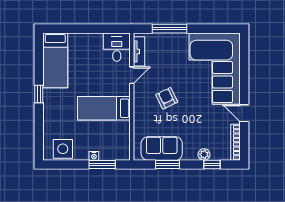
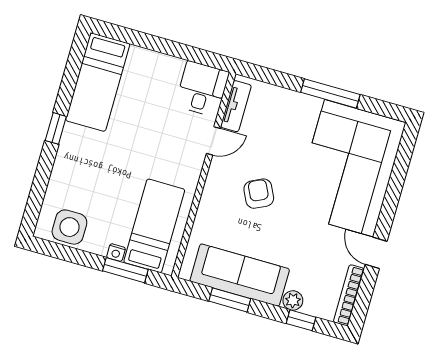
window: (170, 29) -> (330, 93), moved
bed: (104, 108) -> (154, 226), moved, turned 90
sofa: (162, 148) -> (240, 275), width x1.36

